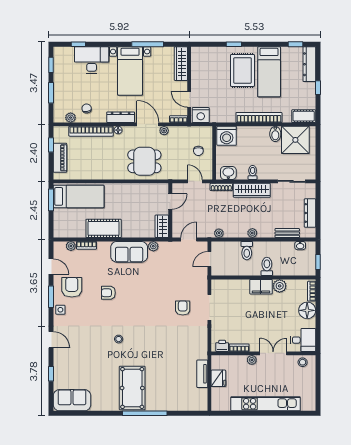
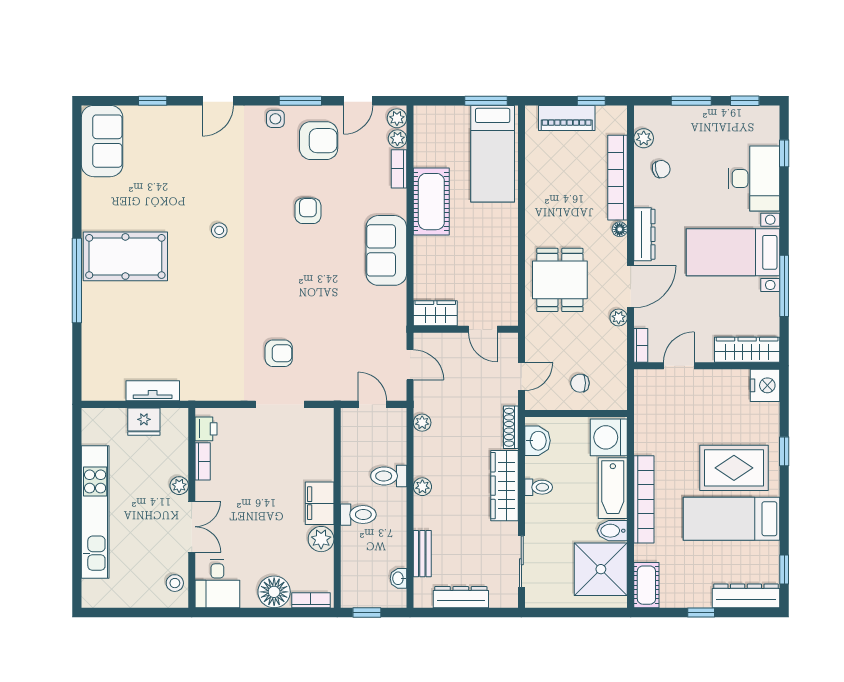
nightstand: (201, 115) -> (765, 385), moved, turned 180
bathtub: (253, 134) -> (613, 488), added
plant: (153, 246) -> (397, 118), moved

